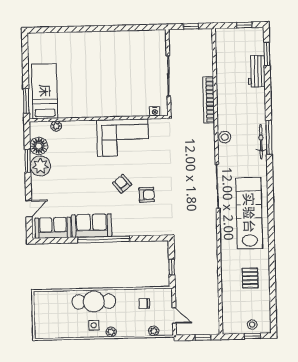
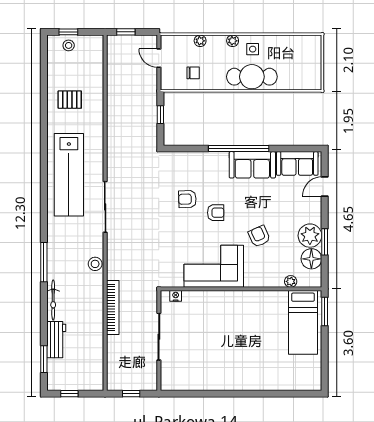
bicycle: (261, 142) -> (53, 300), moved
armchair: (84, 164) -> (259, 236), added
armchair: (122, 184) -> (216, 213), turned -51
pallet: (250, 278) -> (70, 100), turned 90
plant: (154, 331) -> (200, 41), moved

